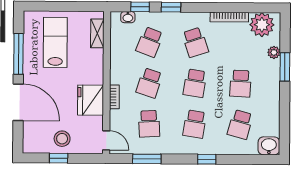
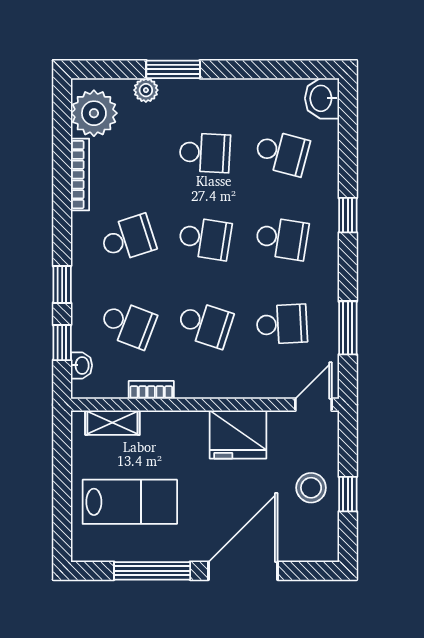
lab bench: (55, 42) -> (130, 502), turned 180
bookcase: (114, 97) -> (151, 390), moved

